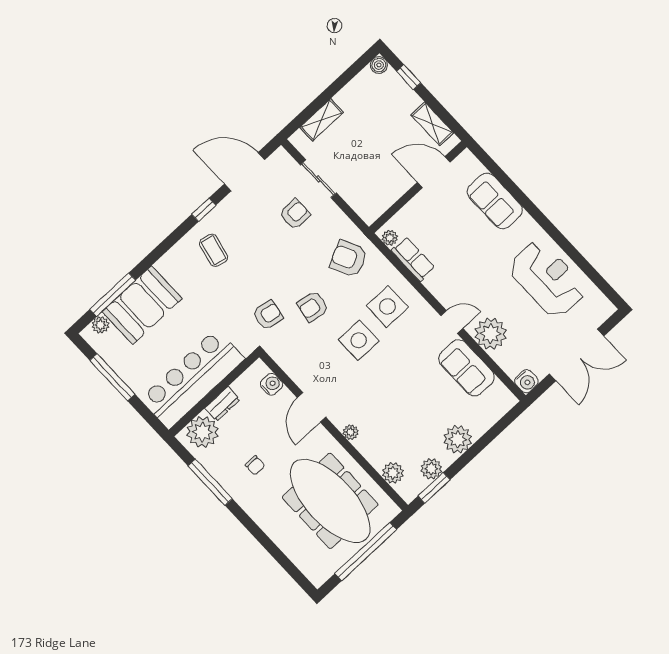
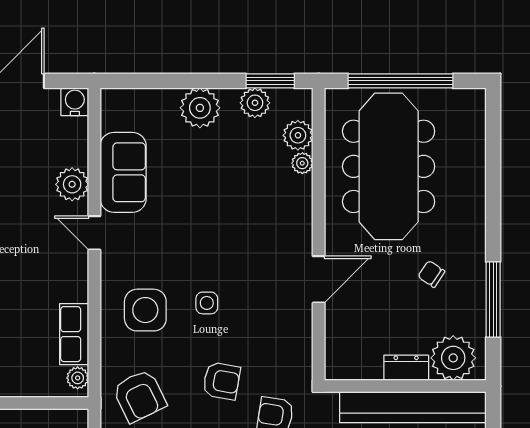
plant: (491, 334) -> (72, 184), width x0.73, depth x0.73
side table: (359, 340) -> (207, 303), width x0.54, depth x0.54
water cooler: (272, 384) -> (337, 341), removed
plant: (351, 432) -> (302, 163), moved
chair: (255, 465) -> (431, 274), turned -56

